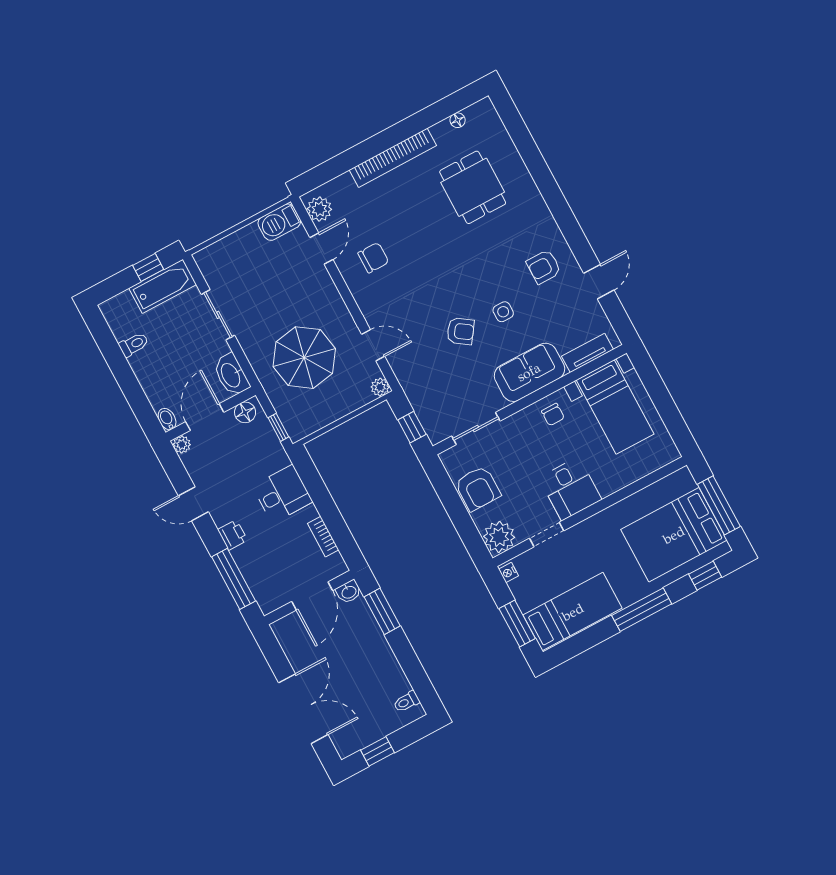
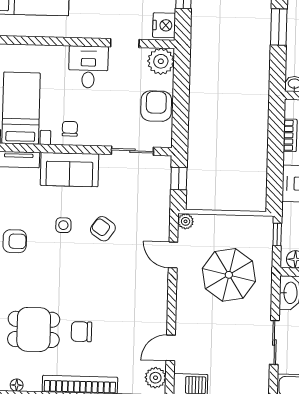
dining table: (473, 187) -> (34, 329), turned 90
chair: (373, 258) -> (81, 332), moved
nightstand: (508, 573) -> (164, 25), width x1.89, depth x1.79
window: (382, 611) -> (279, 27), moved

